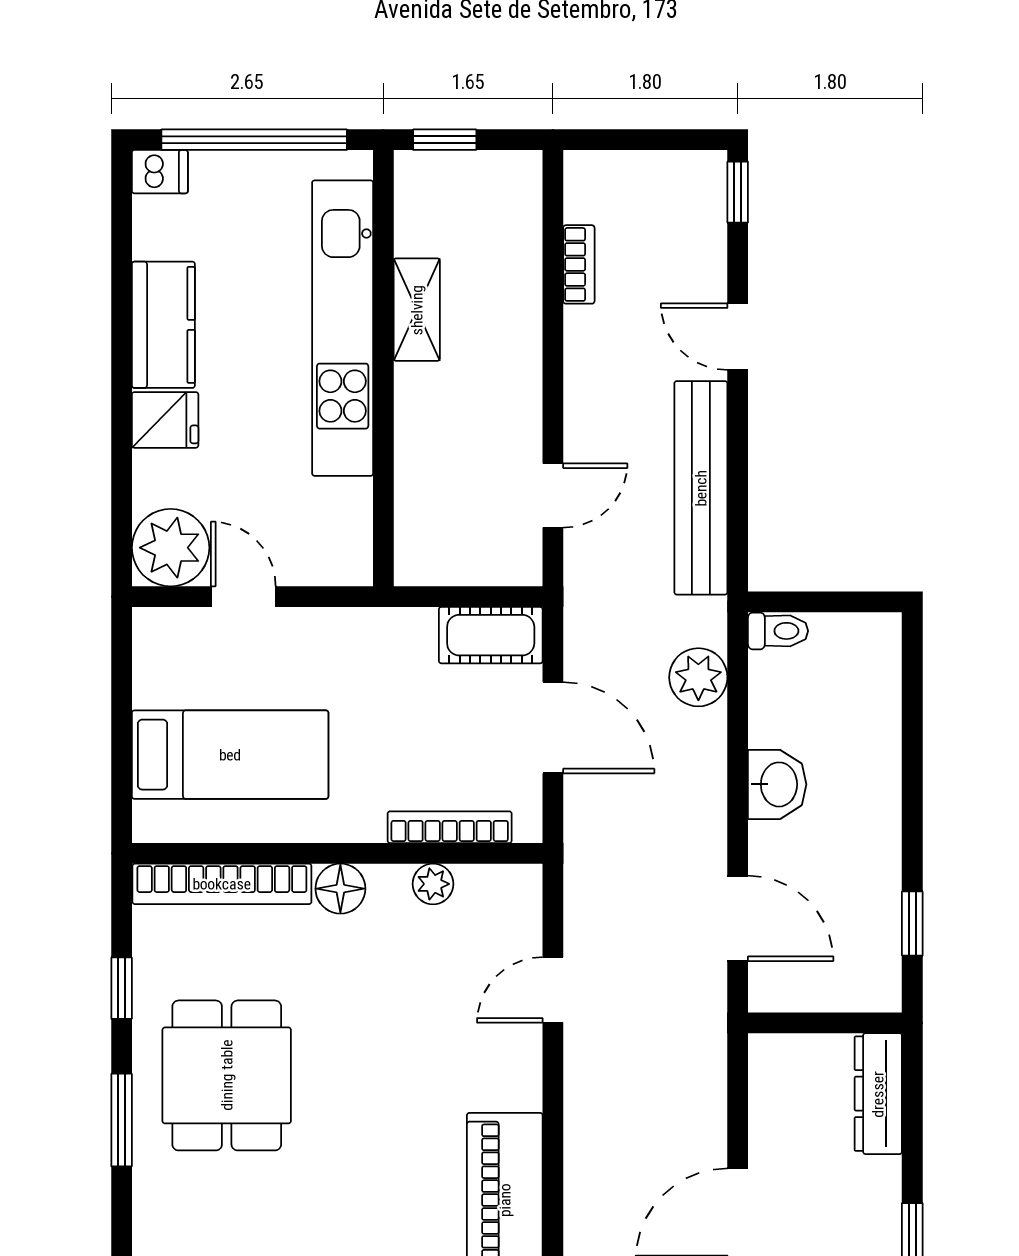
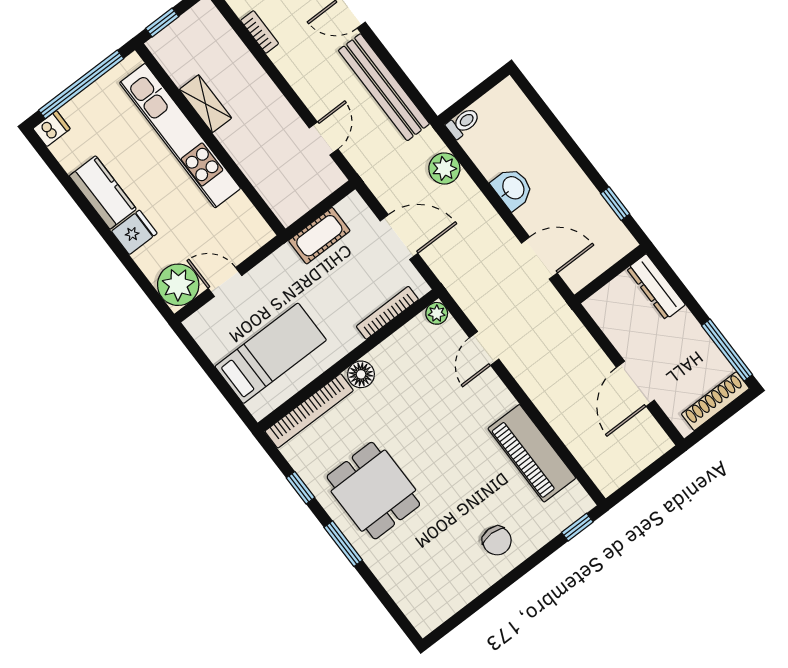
cot: (491, 635) -> (319, 236), moved
plant: (433, 884) -> (437, 313), moved

